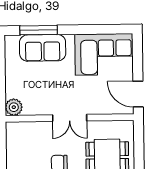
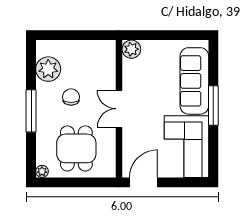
window: (39, 30) -> (213, 106), moved
sofa: (43, 48) -> (194, 81), width x1.36

